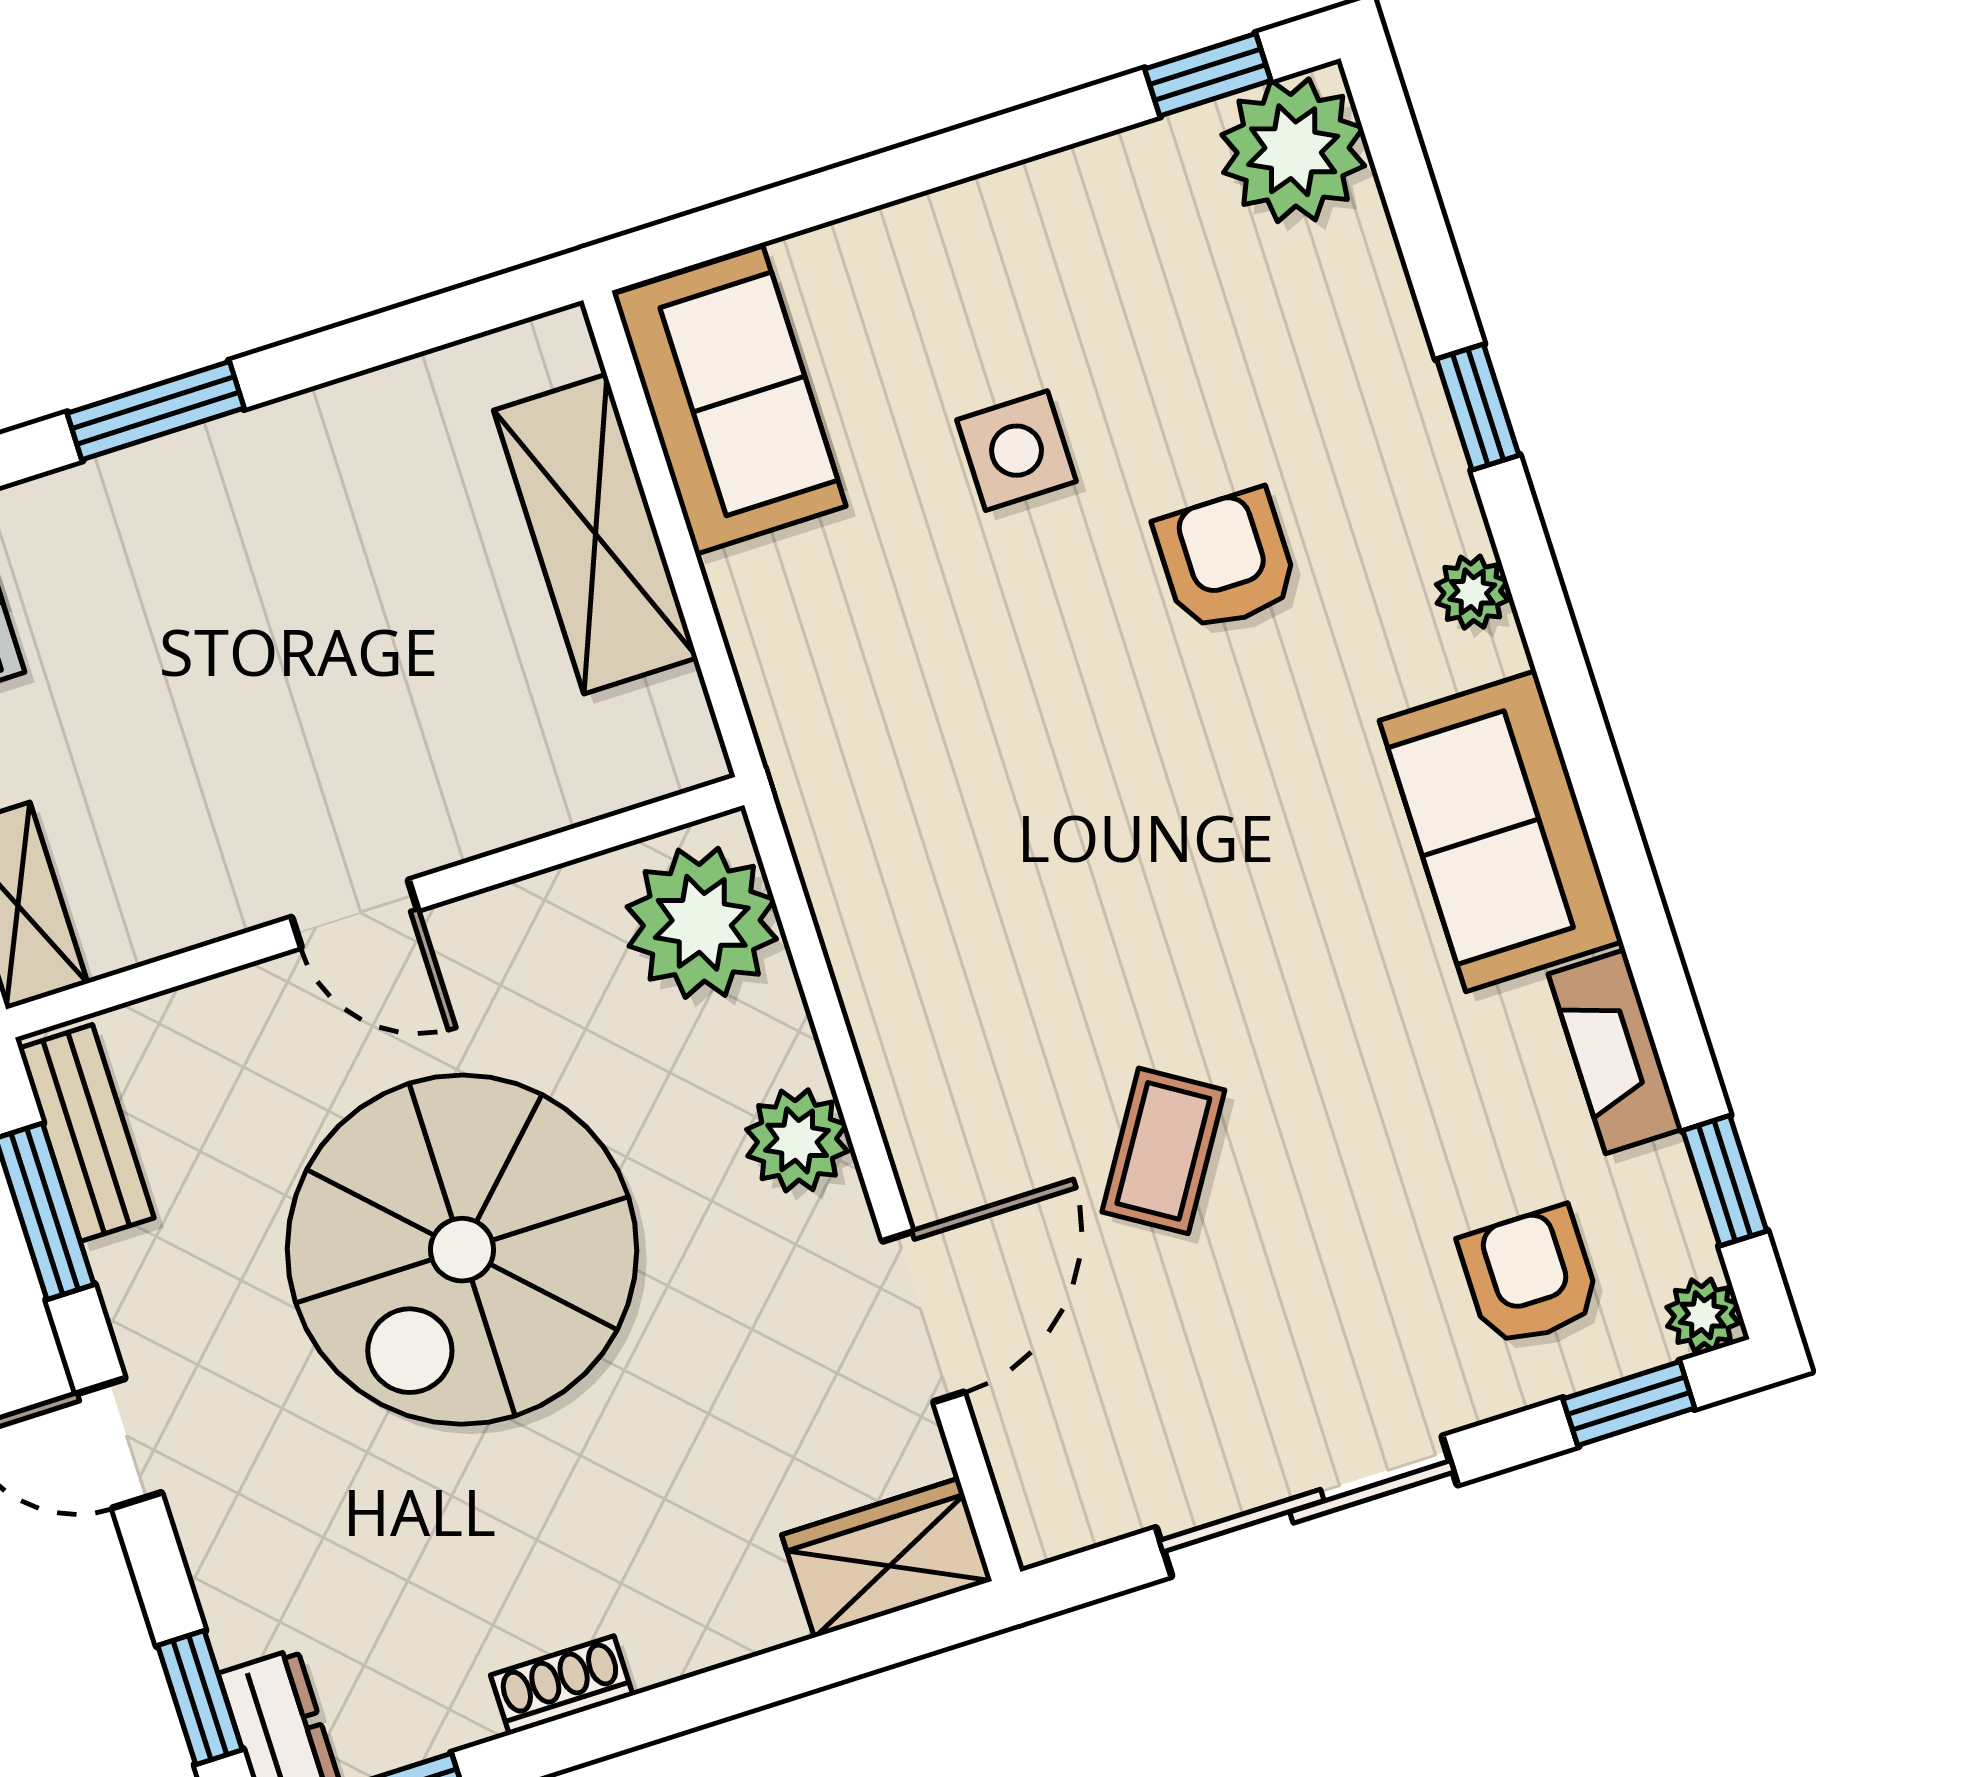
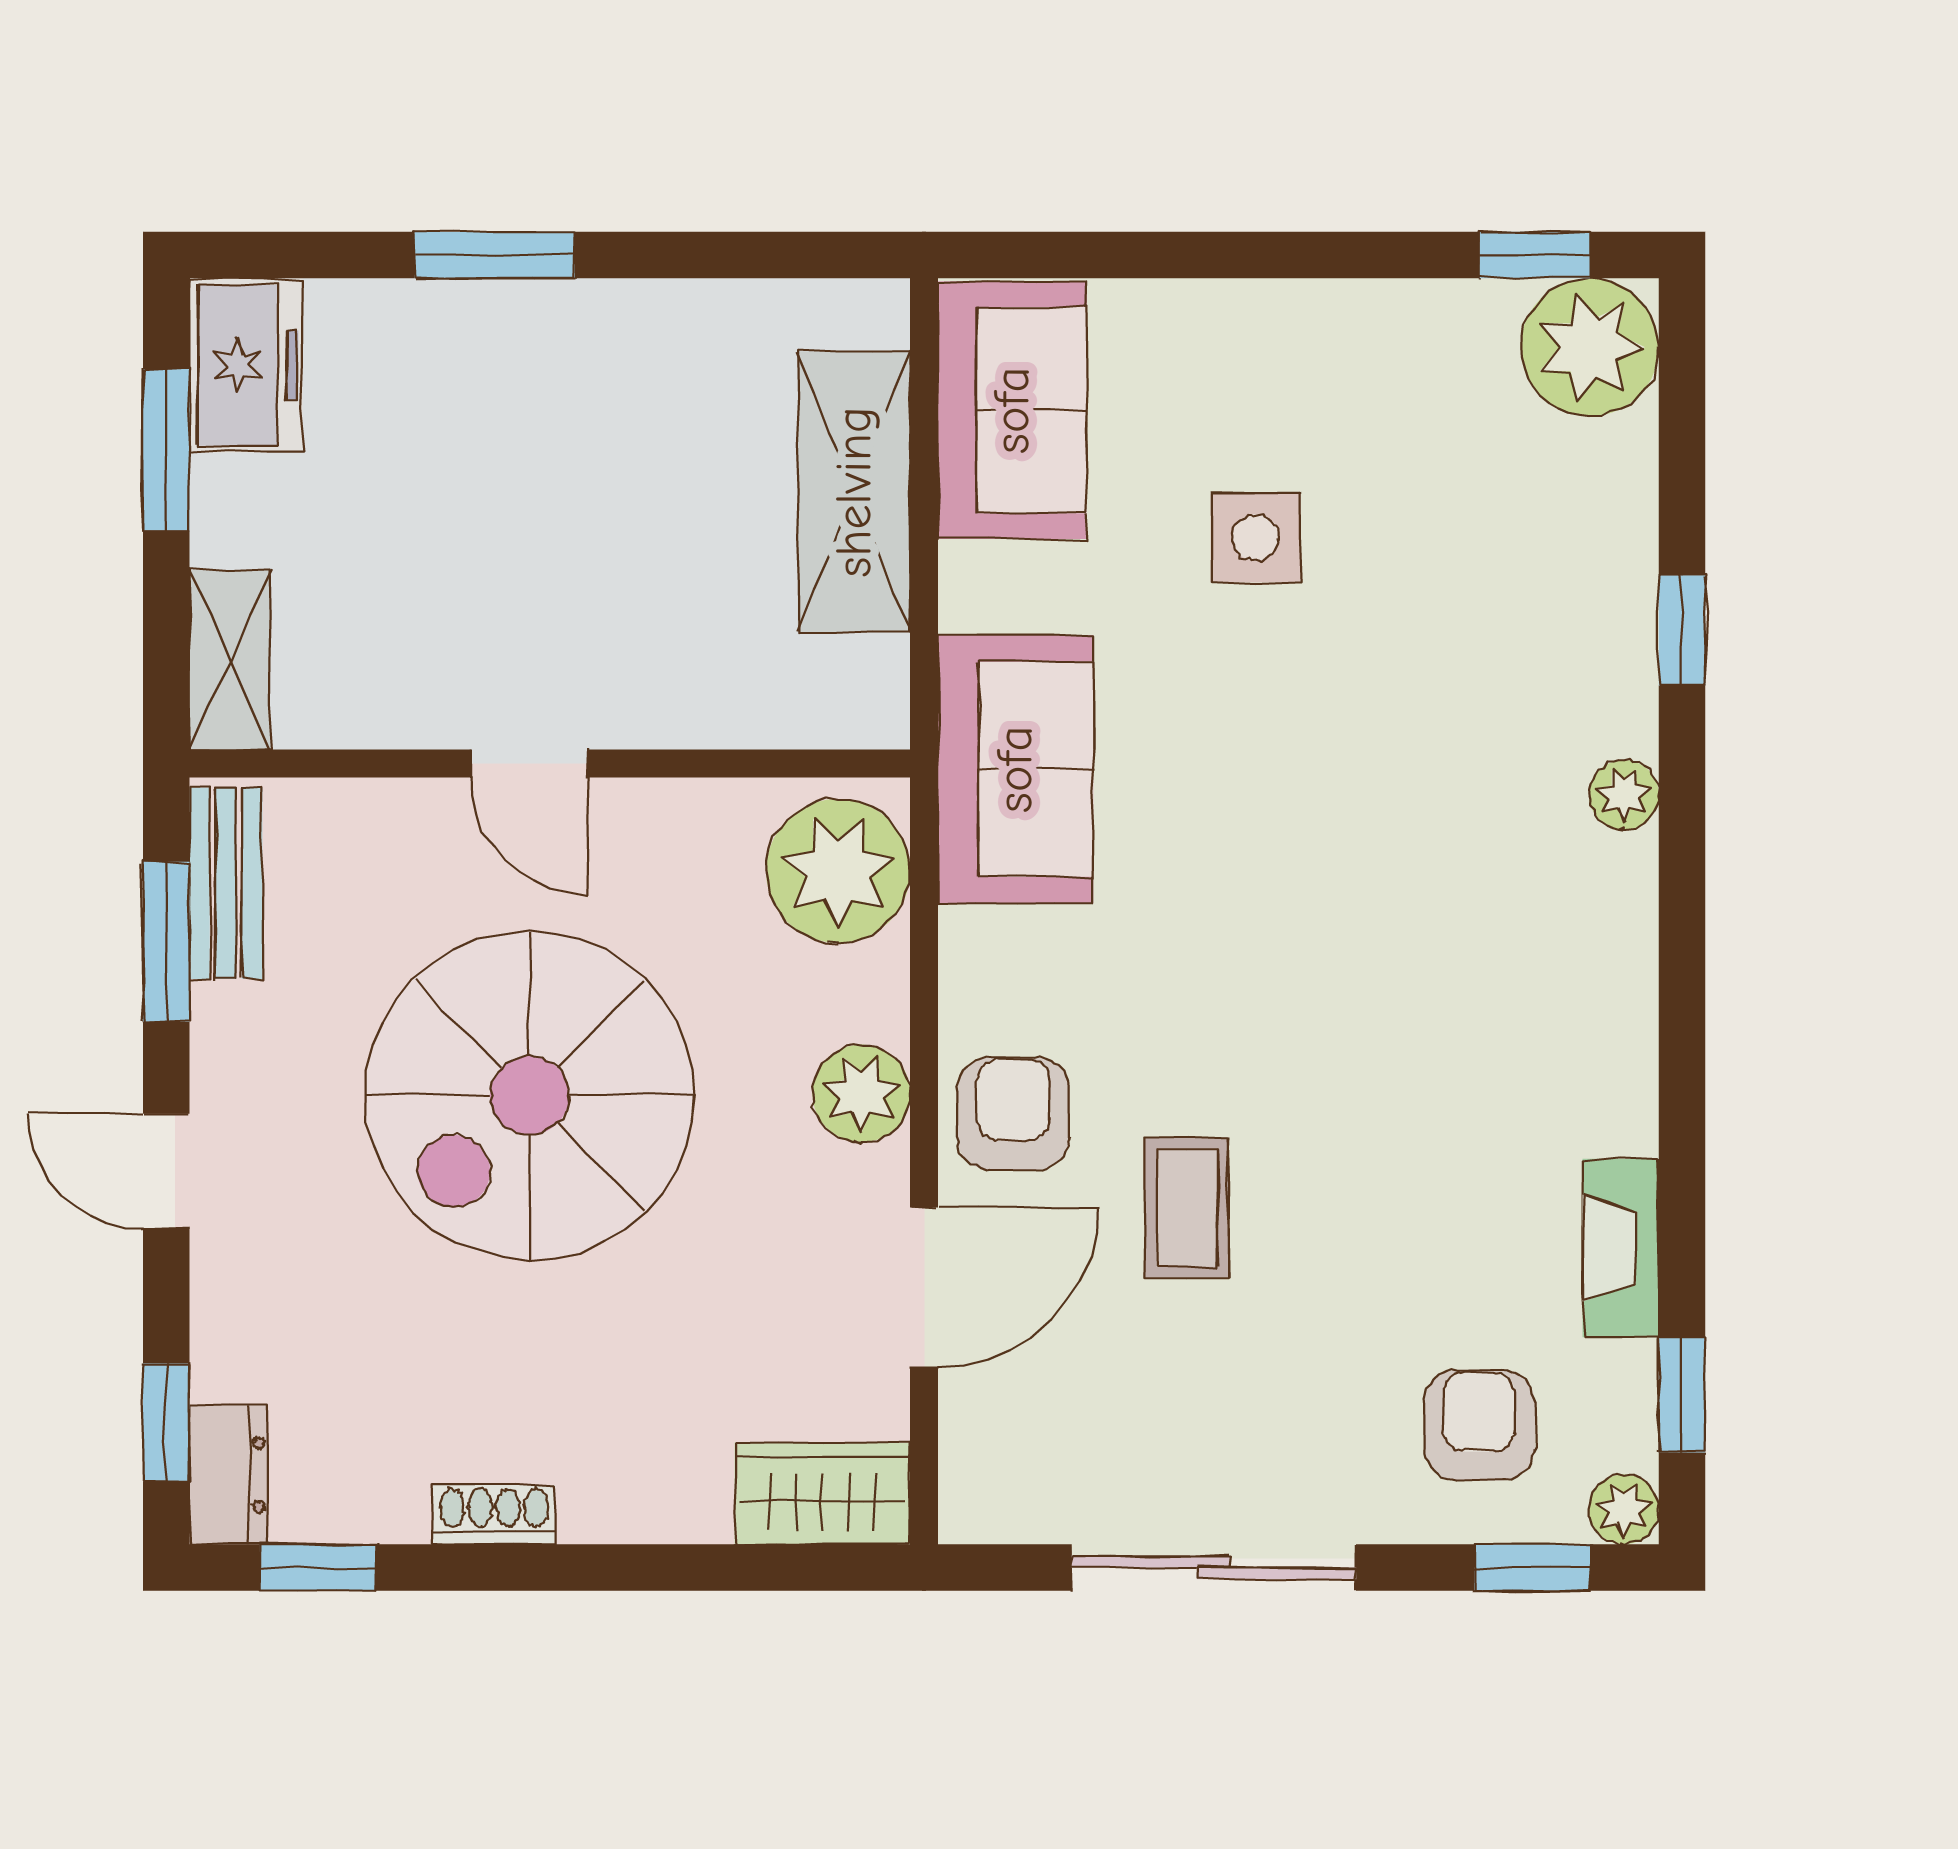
armchair: (1226, 560) -> (1013, 1114), moved
sofa: (1501, 831) -> (1015, 769), moved, turned 180
coffee table: (1163, 1151) -> (1187, 1208), turned -32

